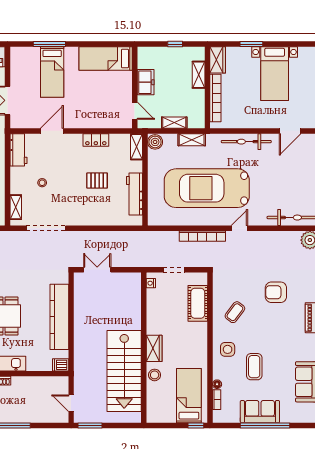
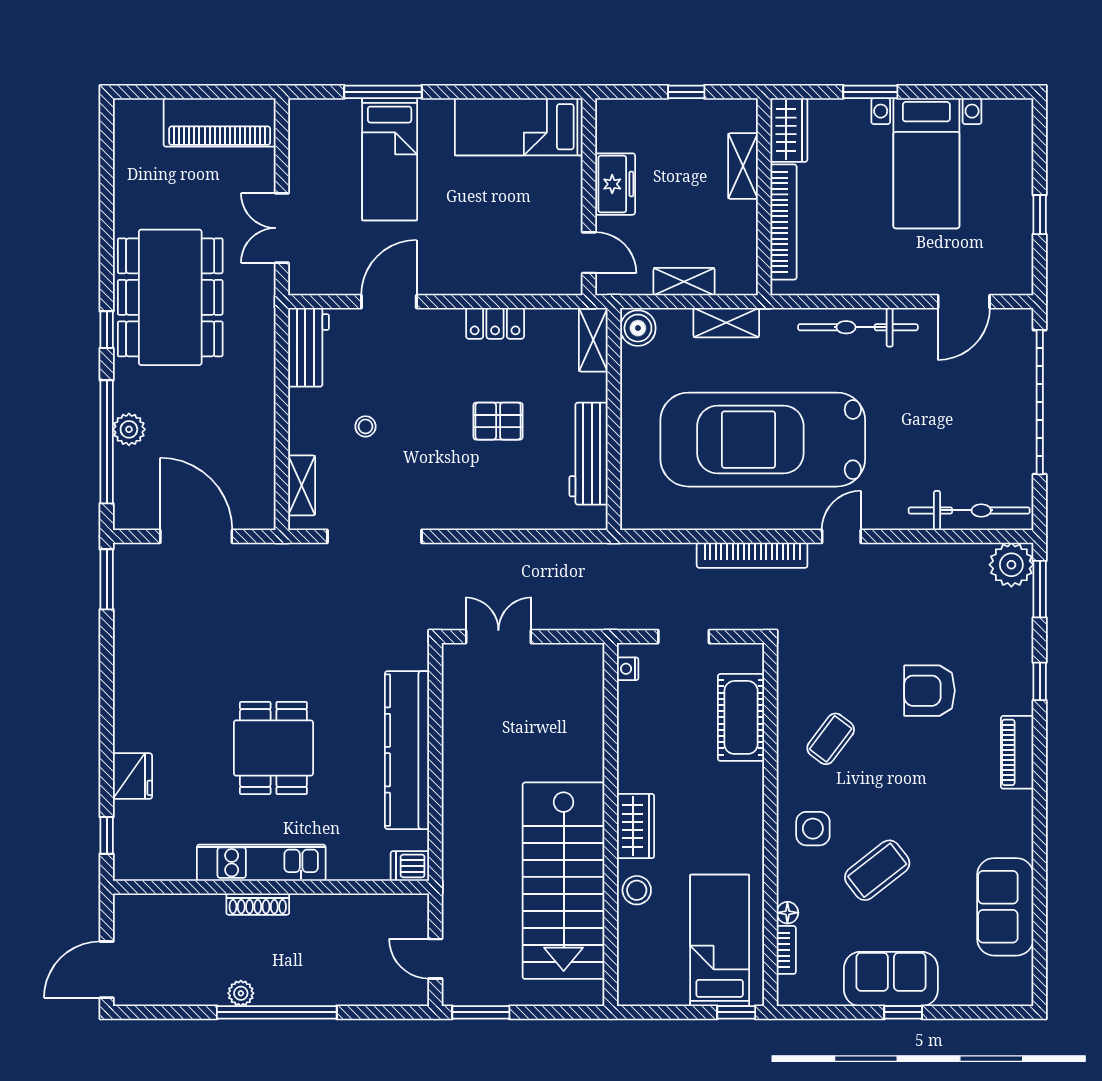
coffee table: (254, 367) -> (877, 870), turned 52
window: (265, 426) -> (903, 1012), width x0.32

